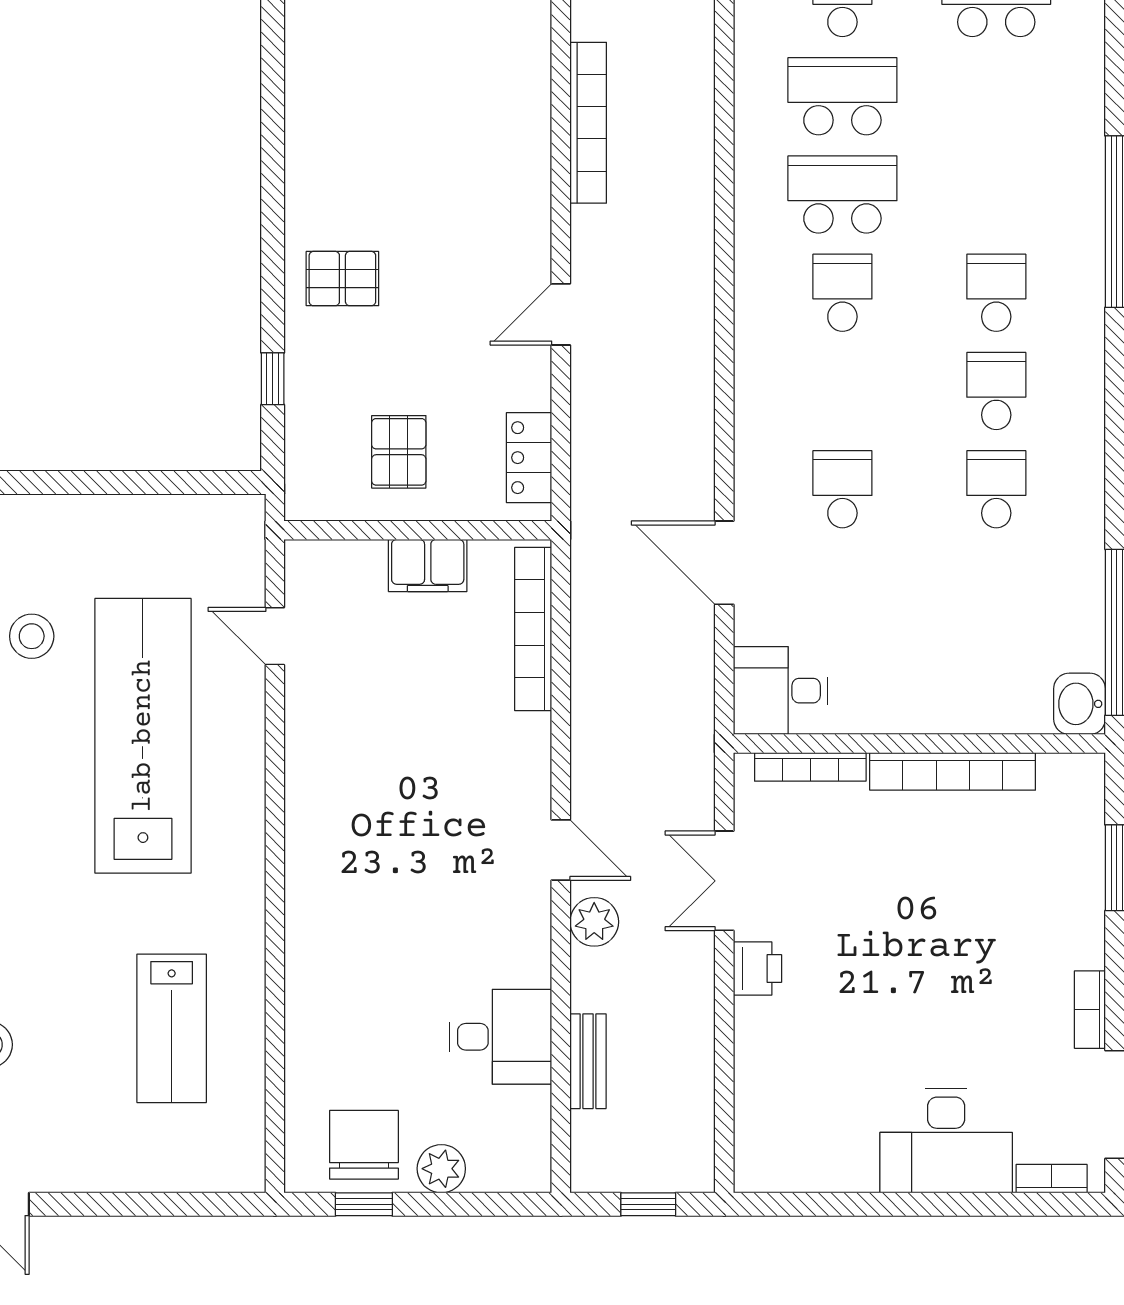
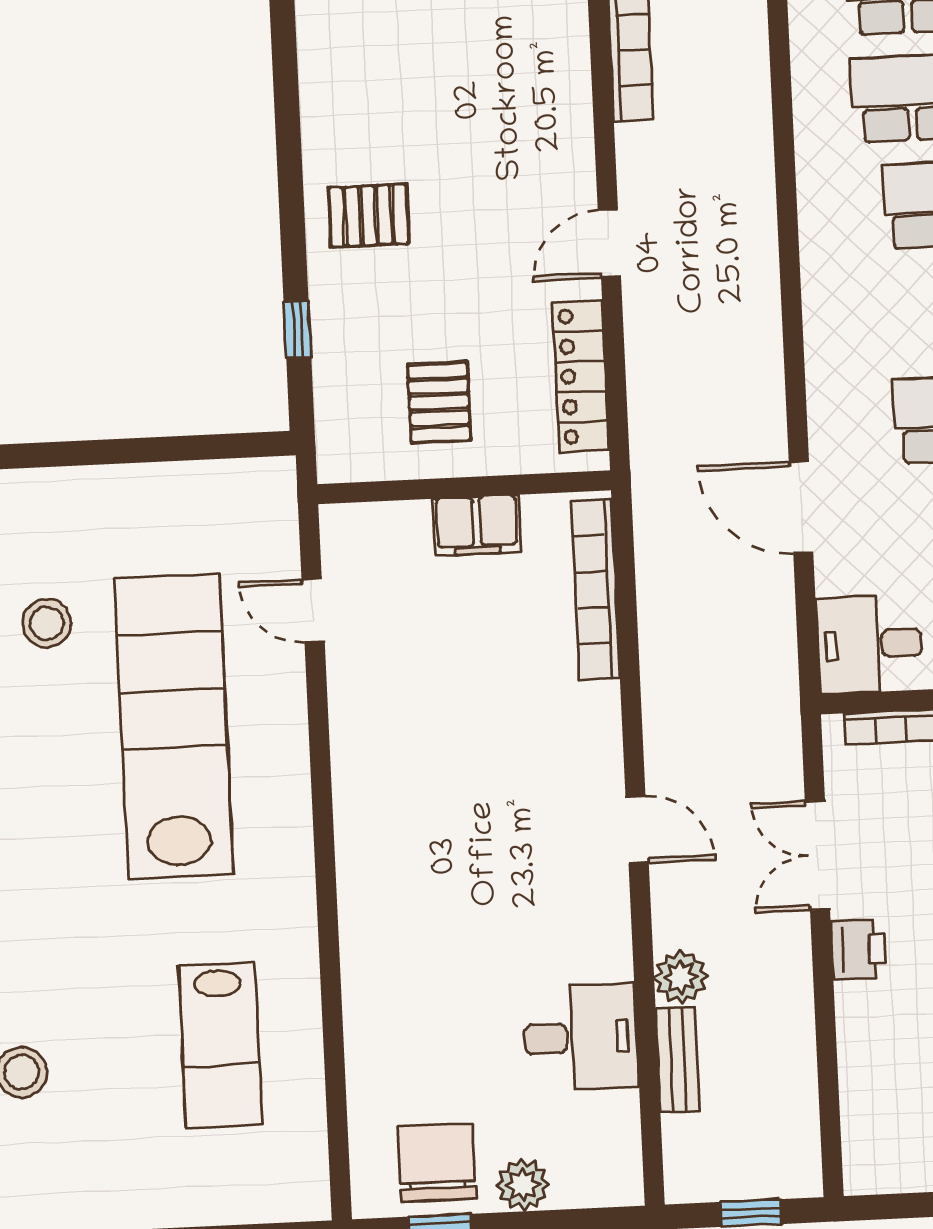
locker: (529, 458) -> (581, 376), width x1.53
plant: (594, 922) -> (681, 977), moved

